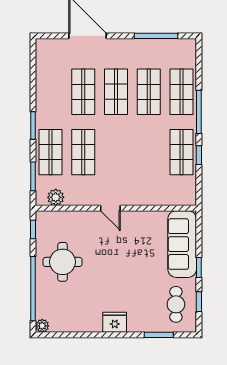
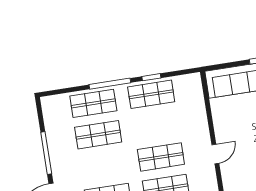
window: (156, 36) -> (46, 153), moved
shop shelf: (116, 92) -> (161, 157), moved

